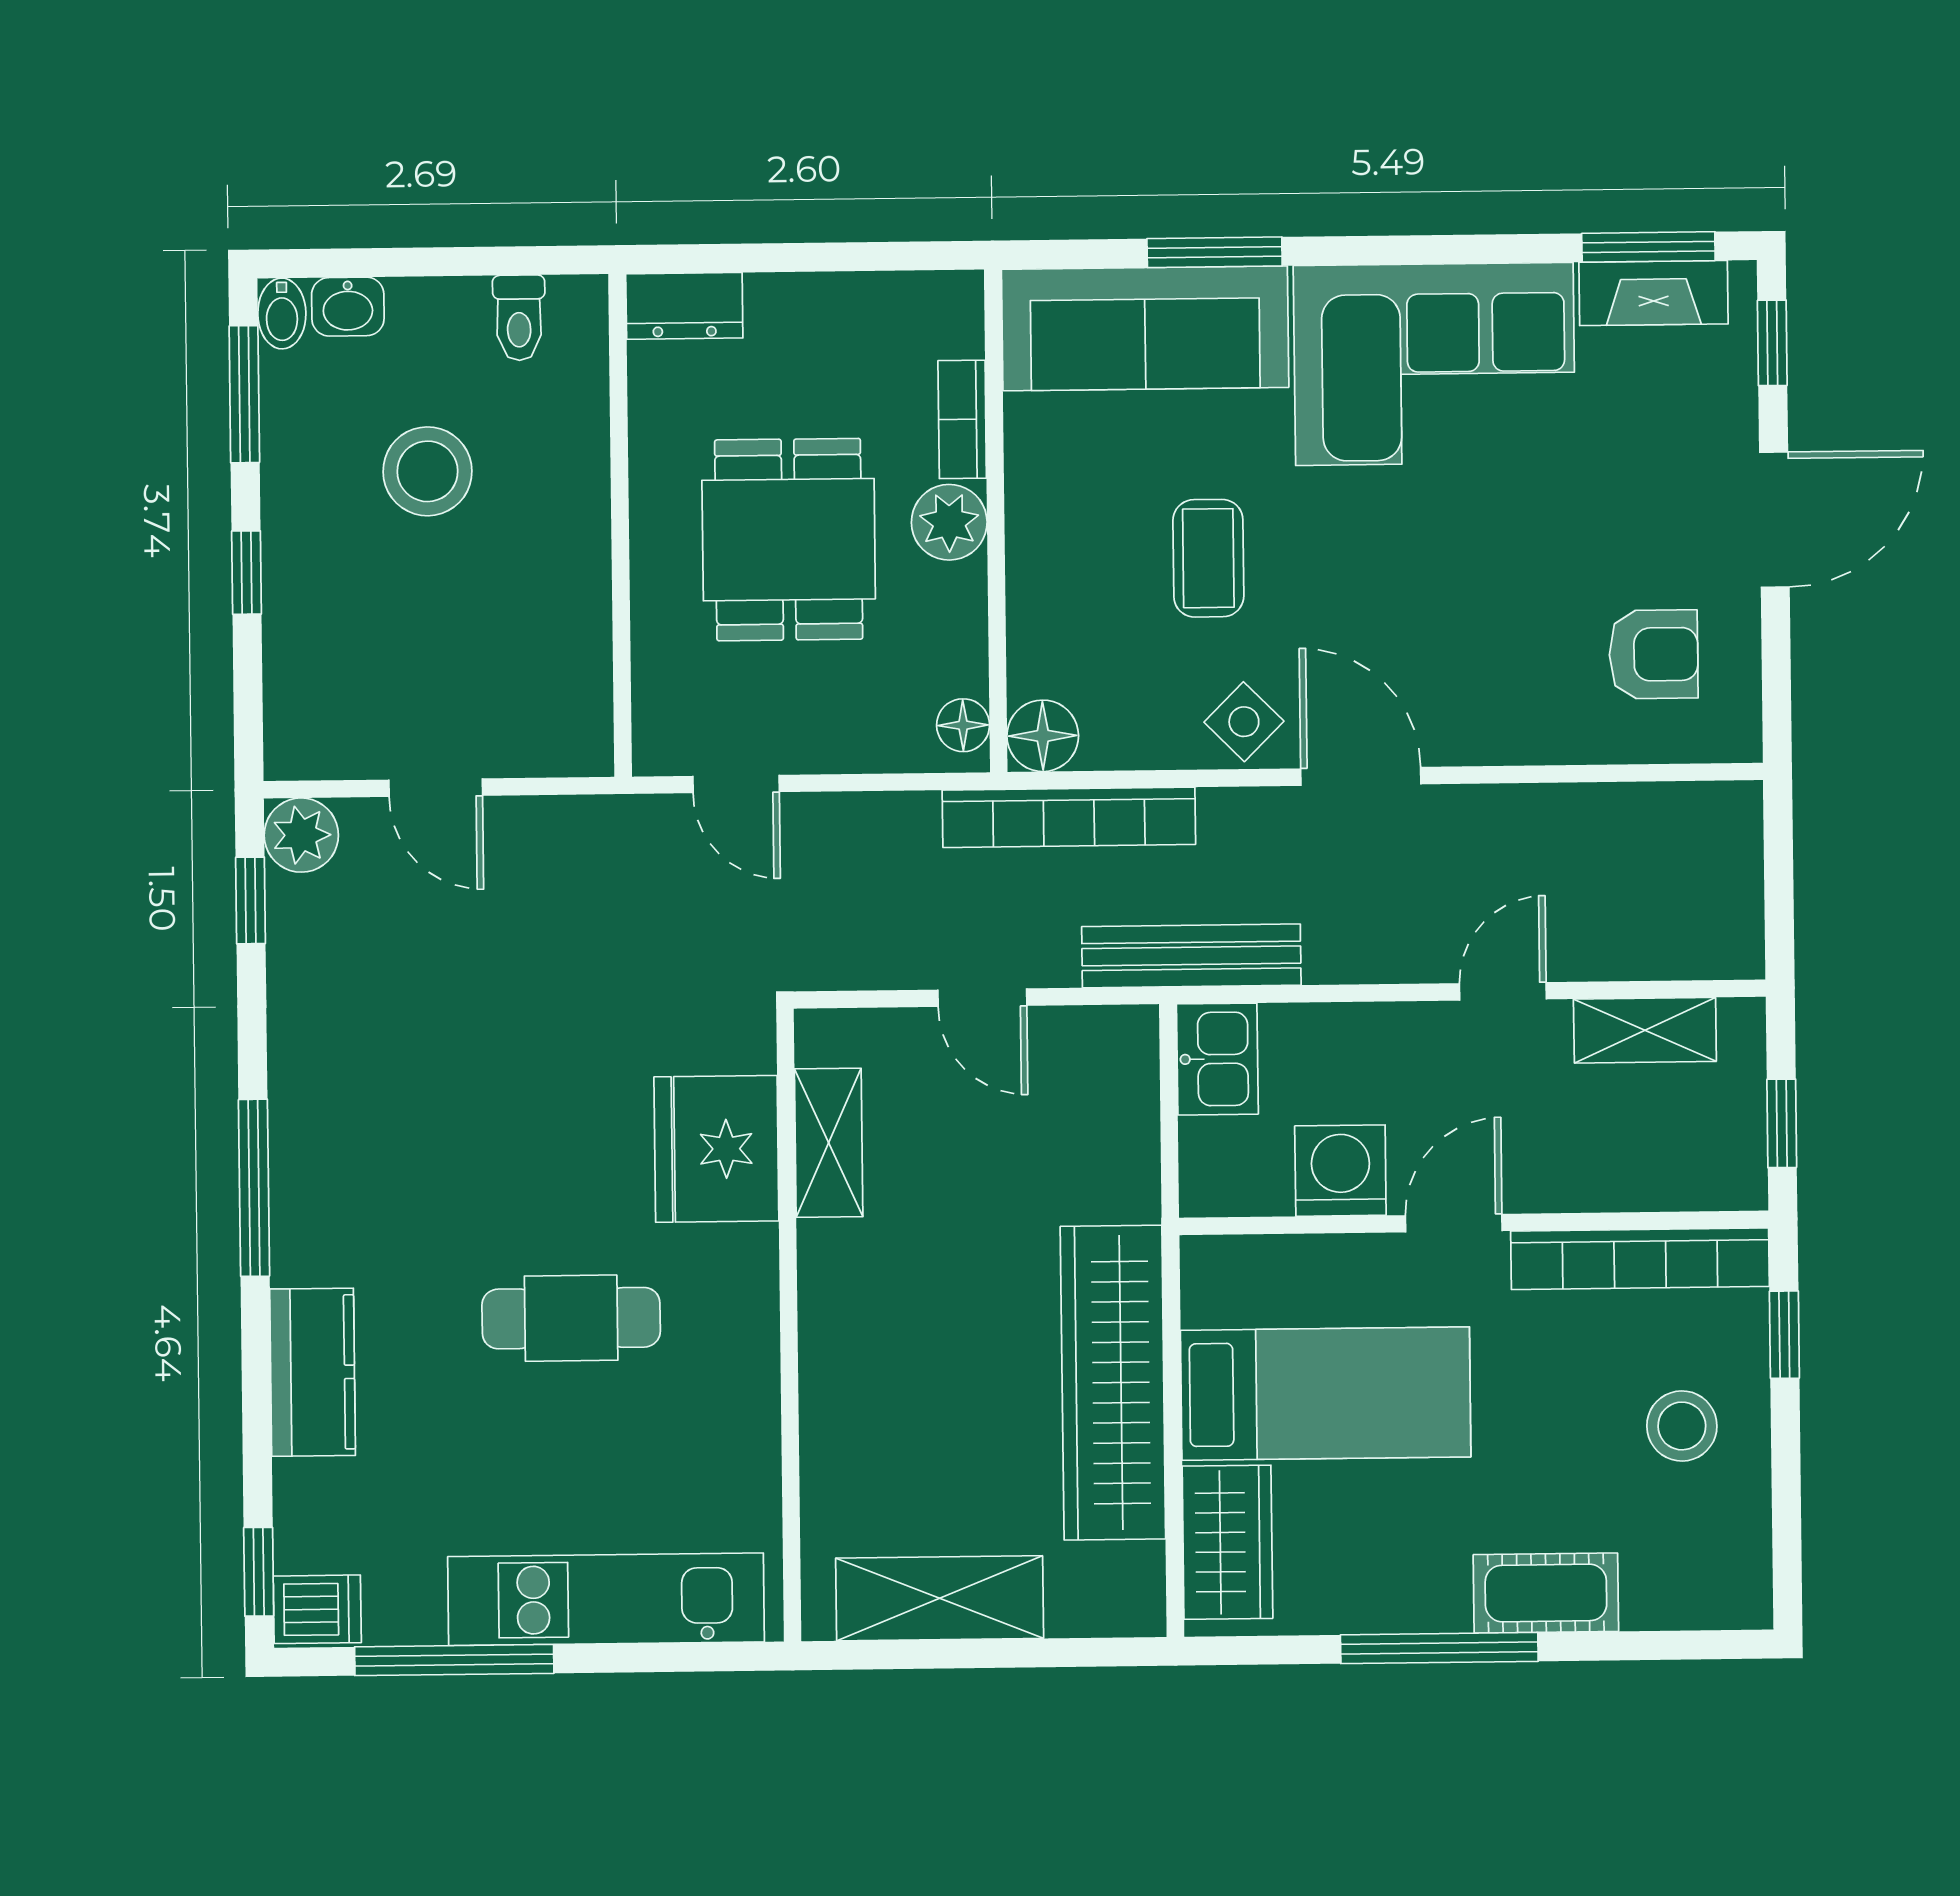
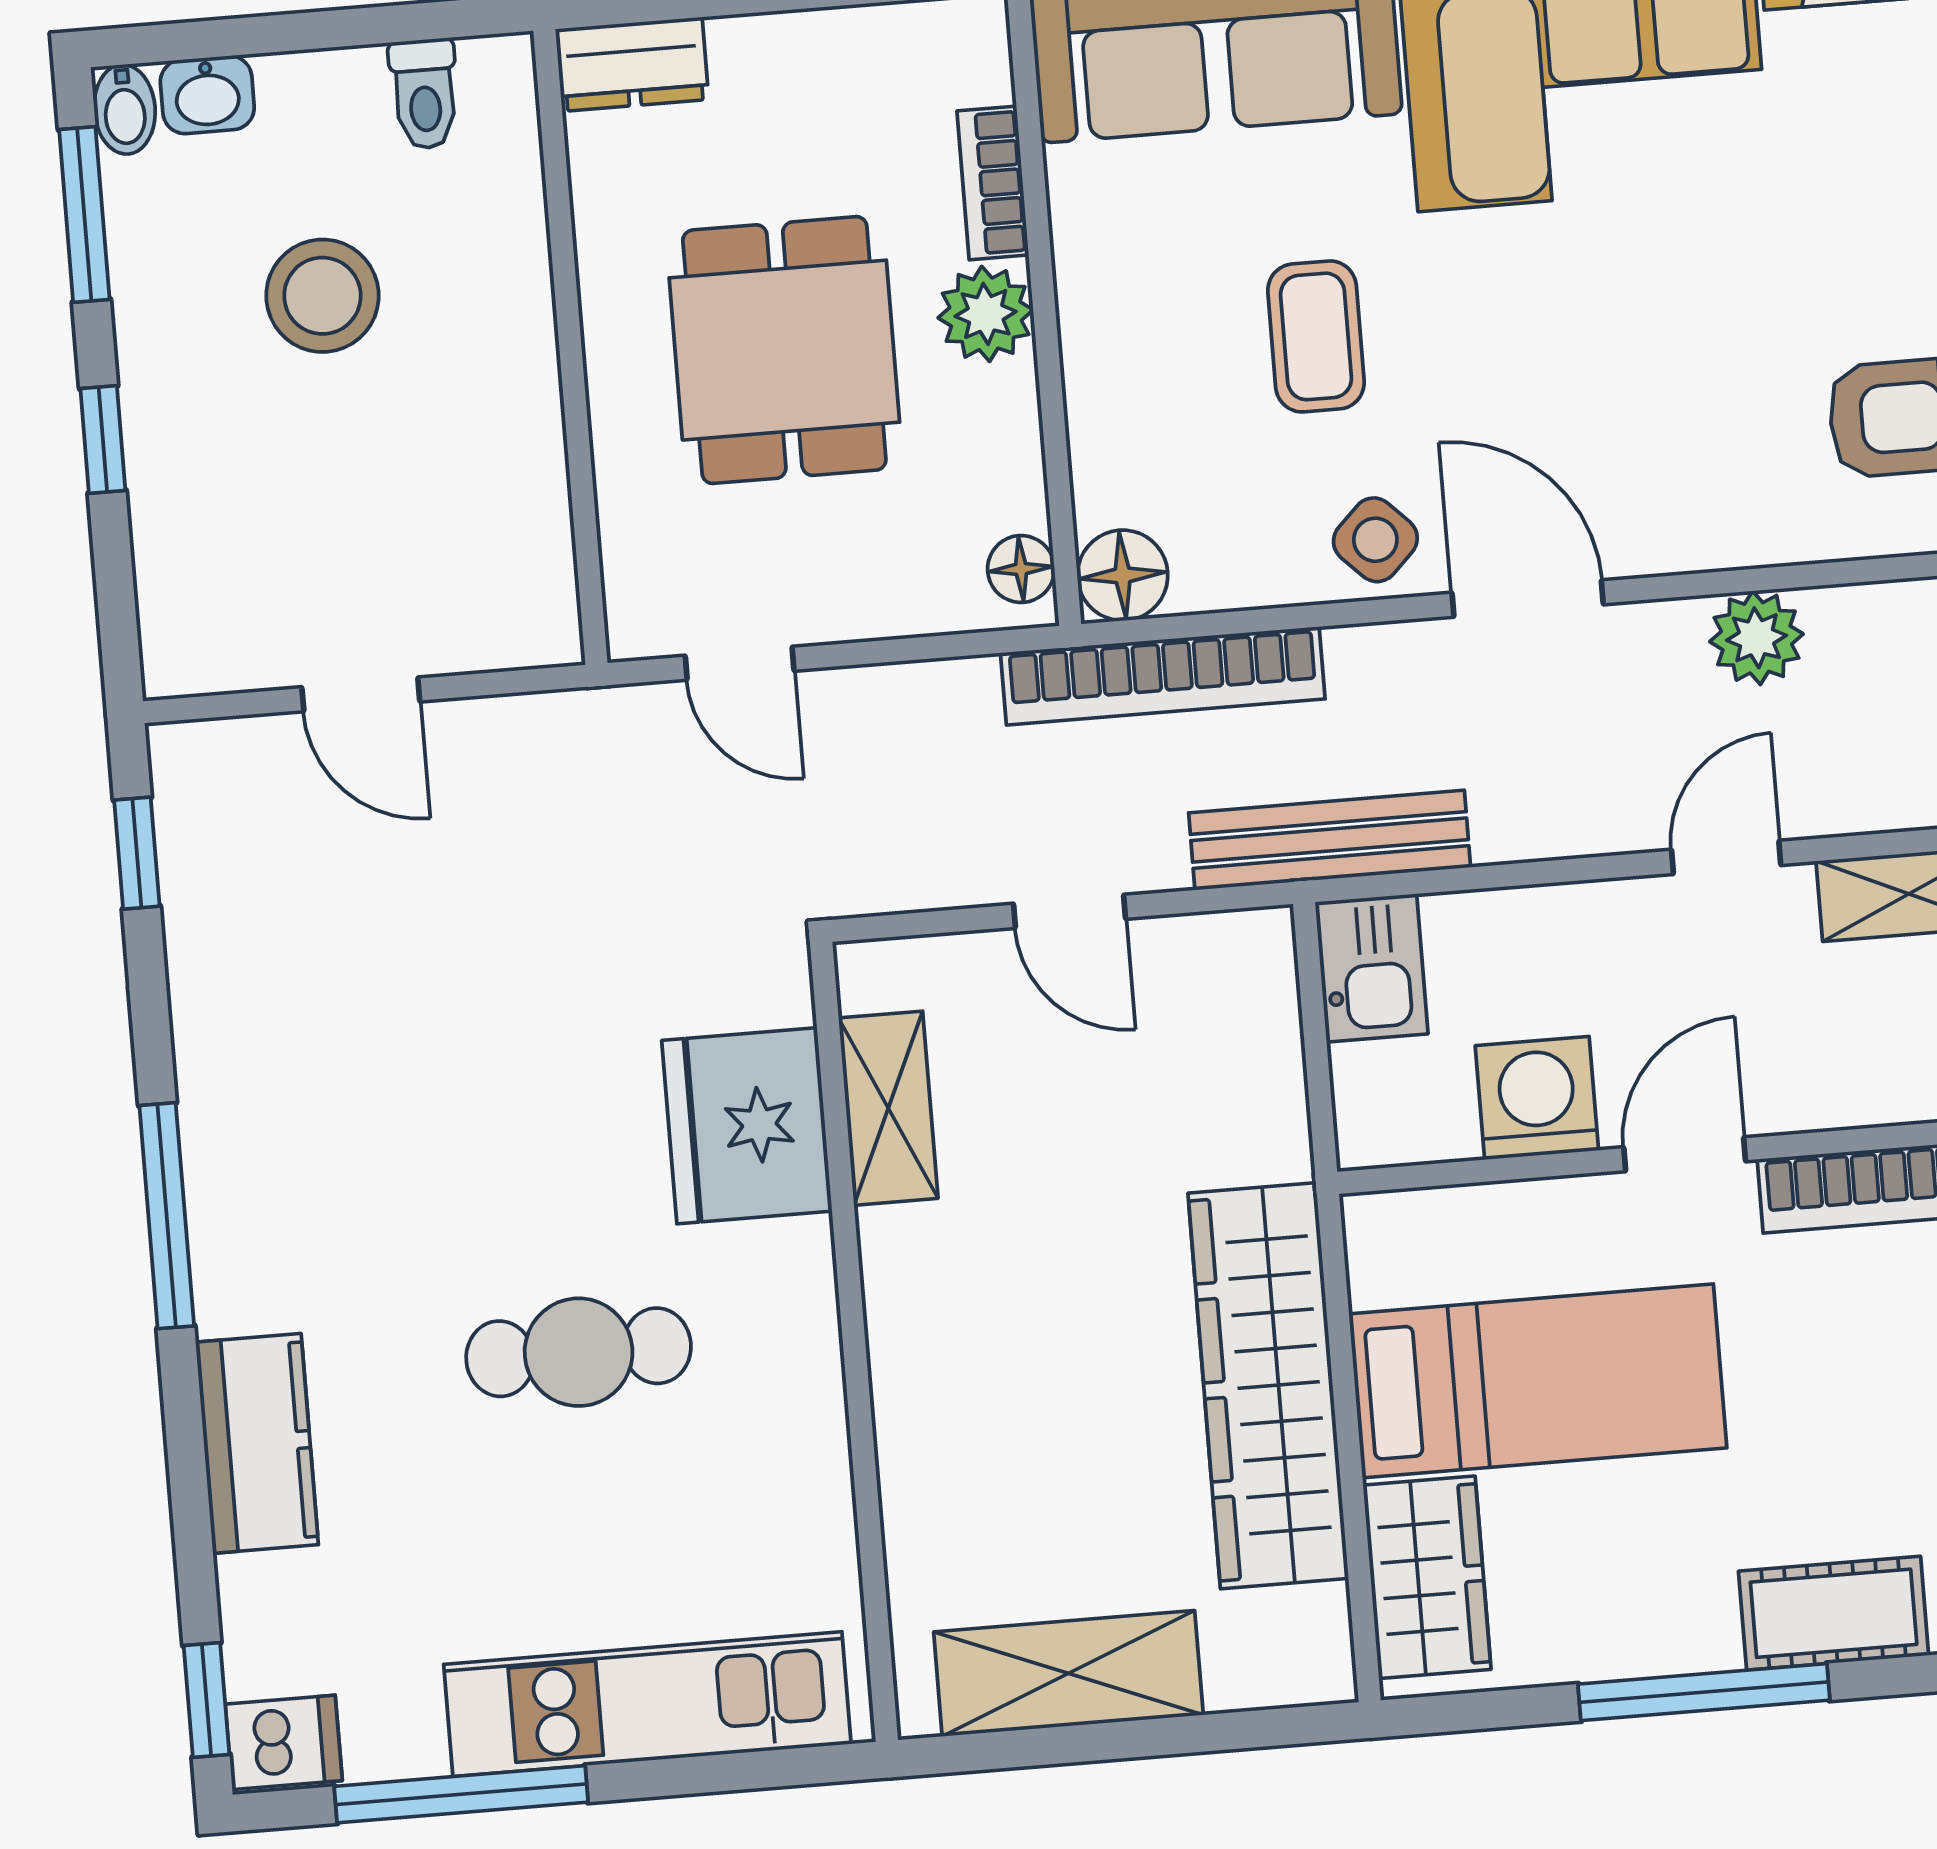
plant: (301, 835) -> (1756, 638), moved

